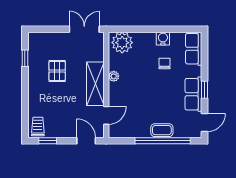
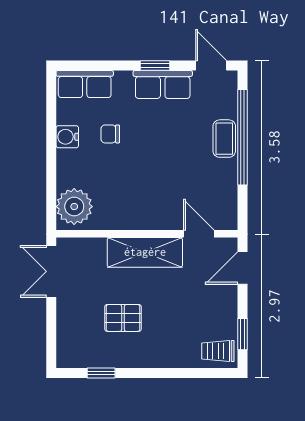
plant: (114, 76) -> (132, 221), removed

